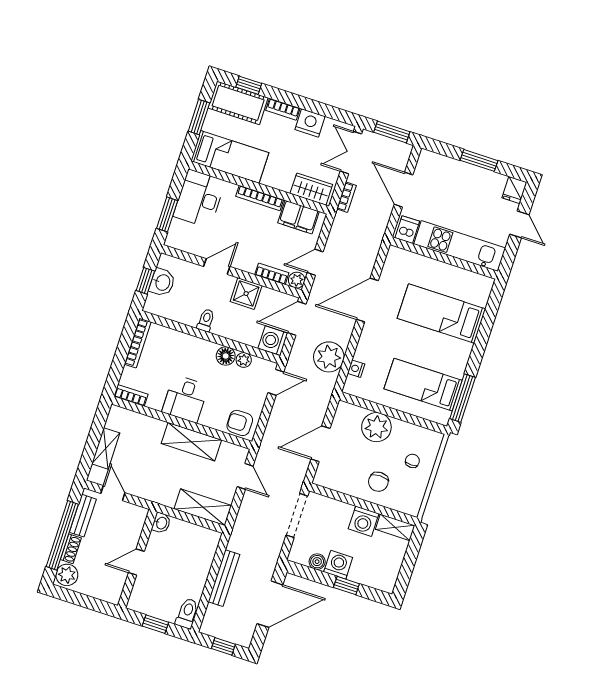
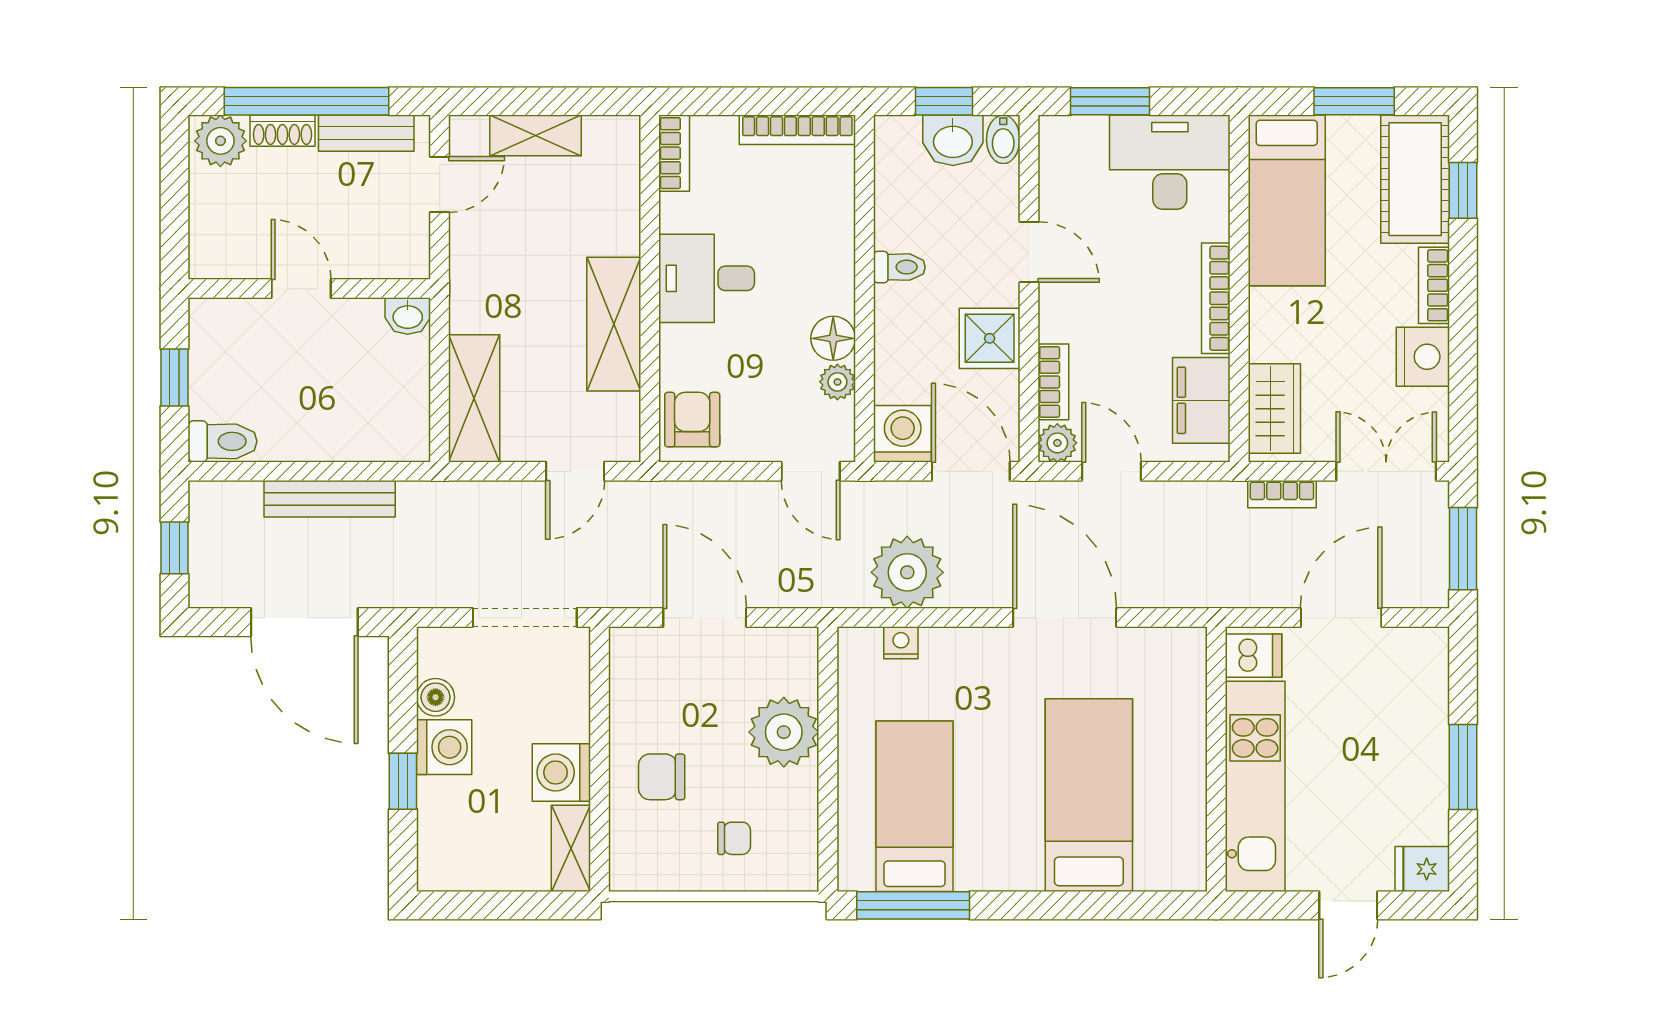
bidet: (168, 262) -> (1003, 139), added

